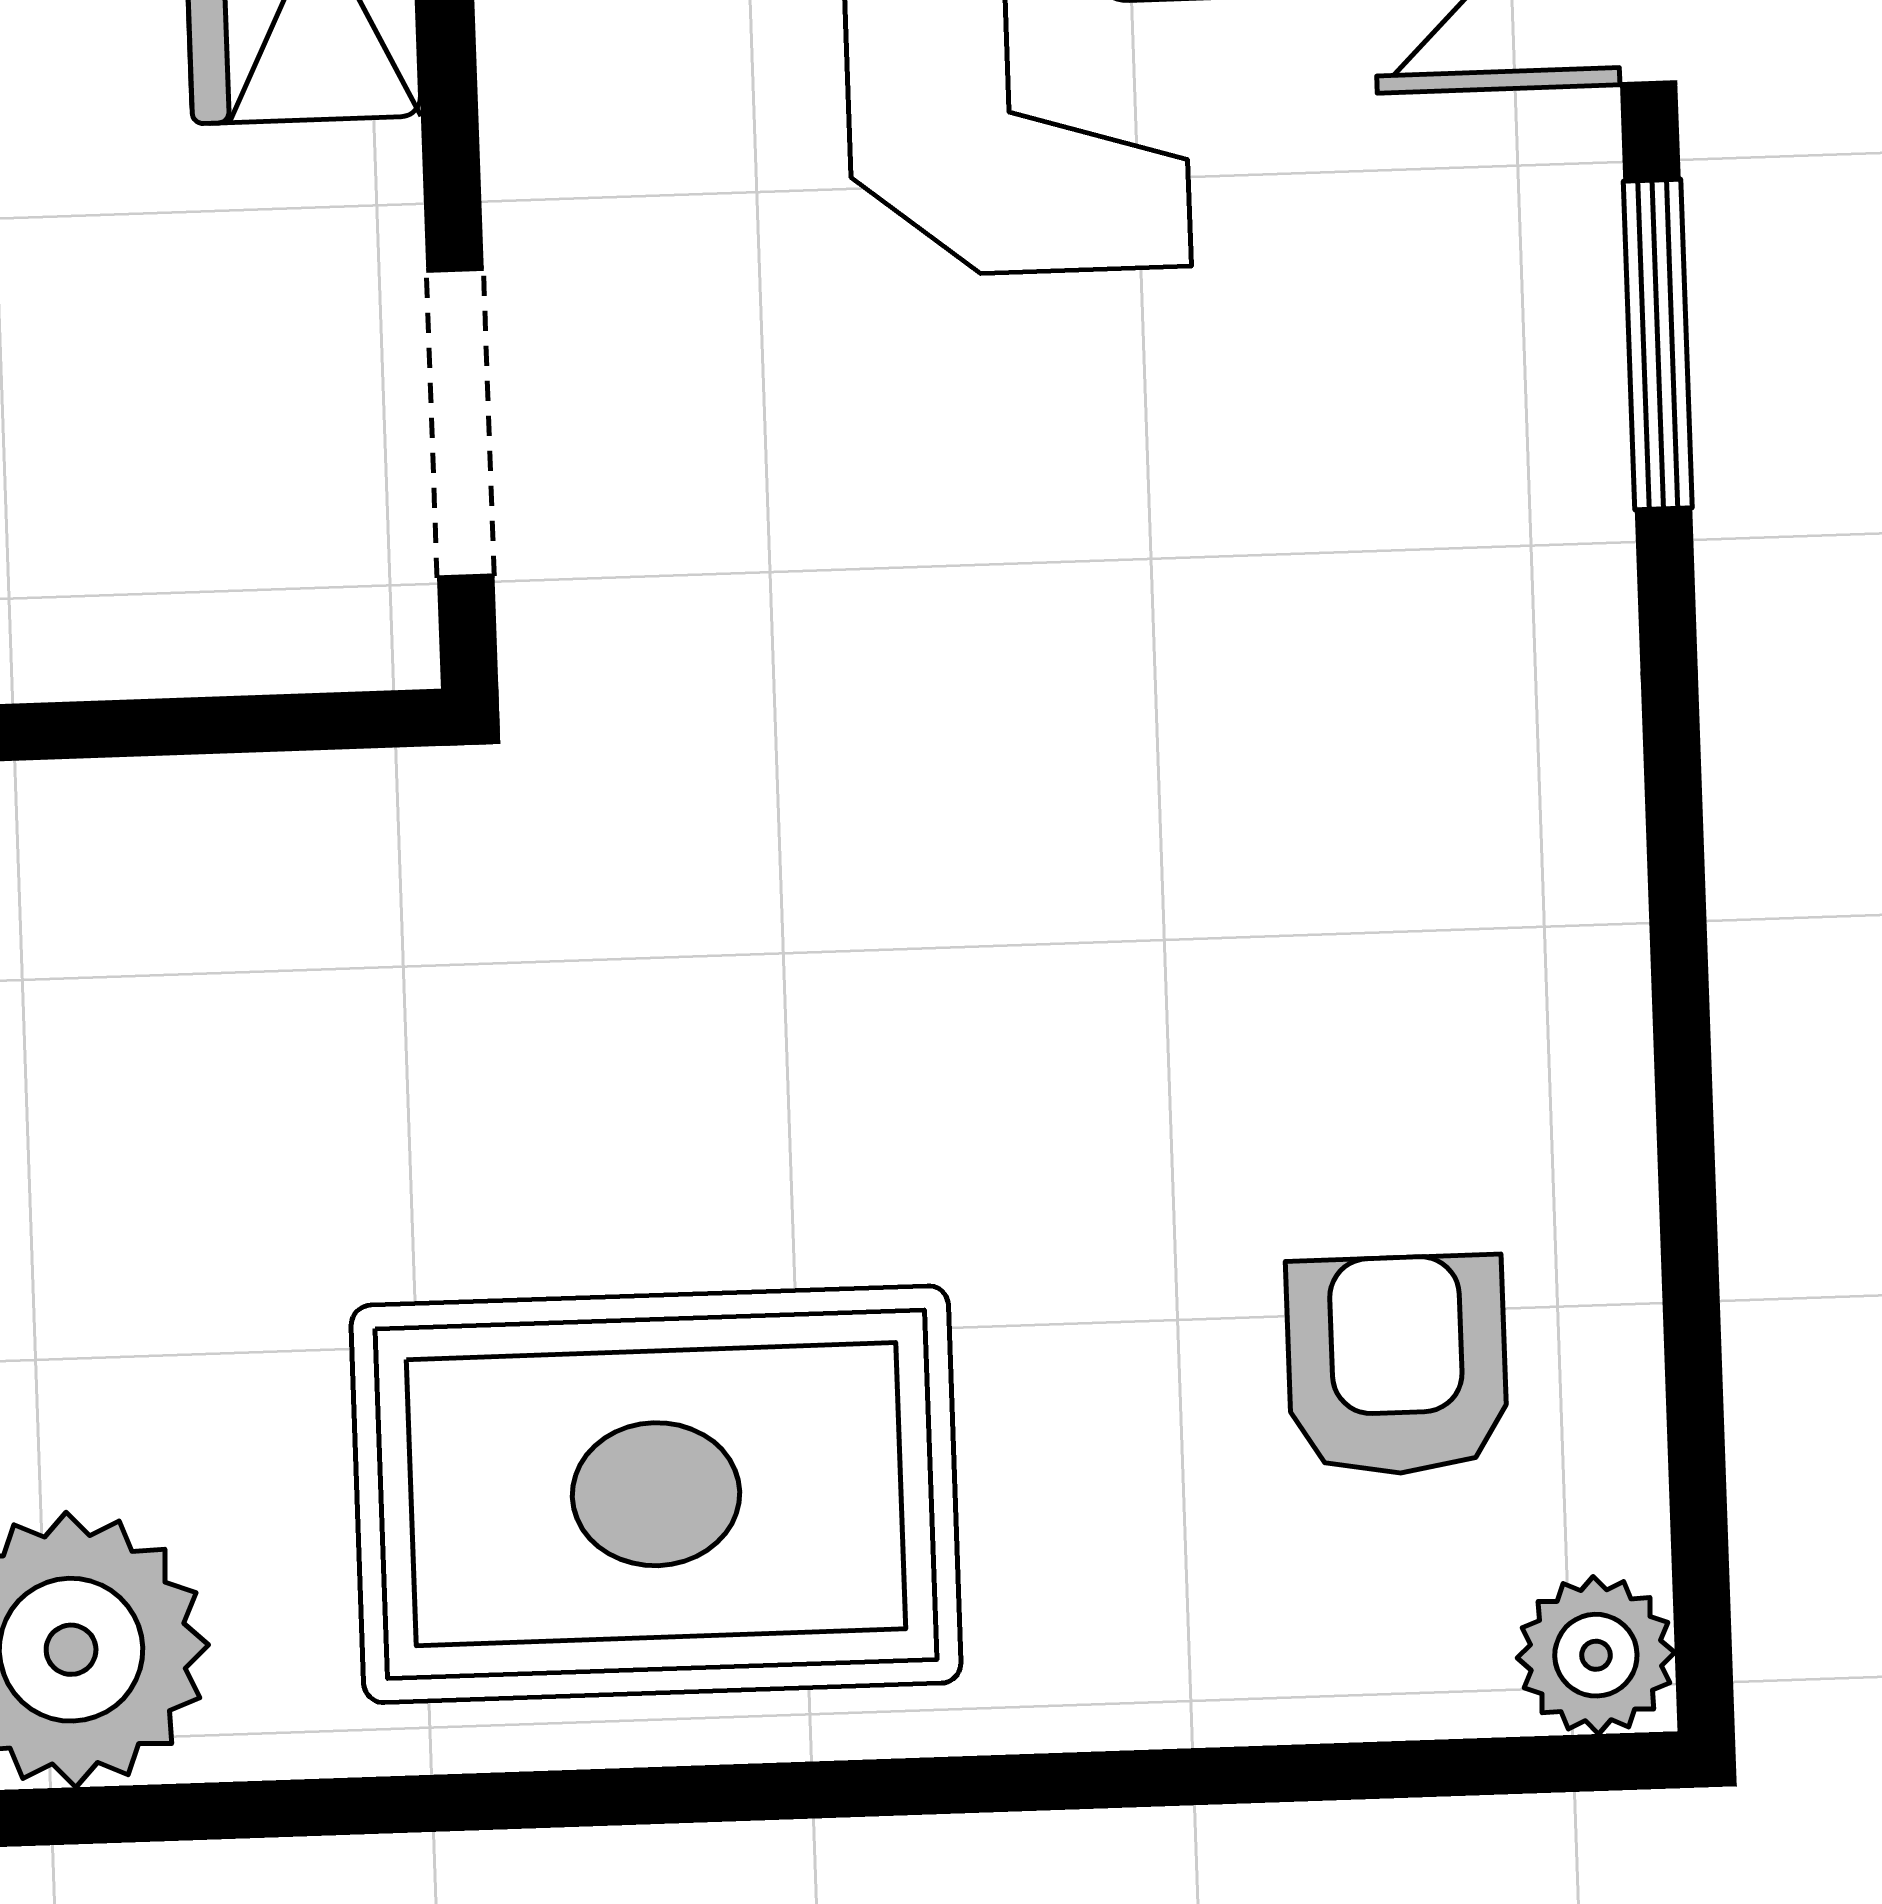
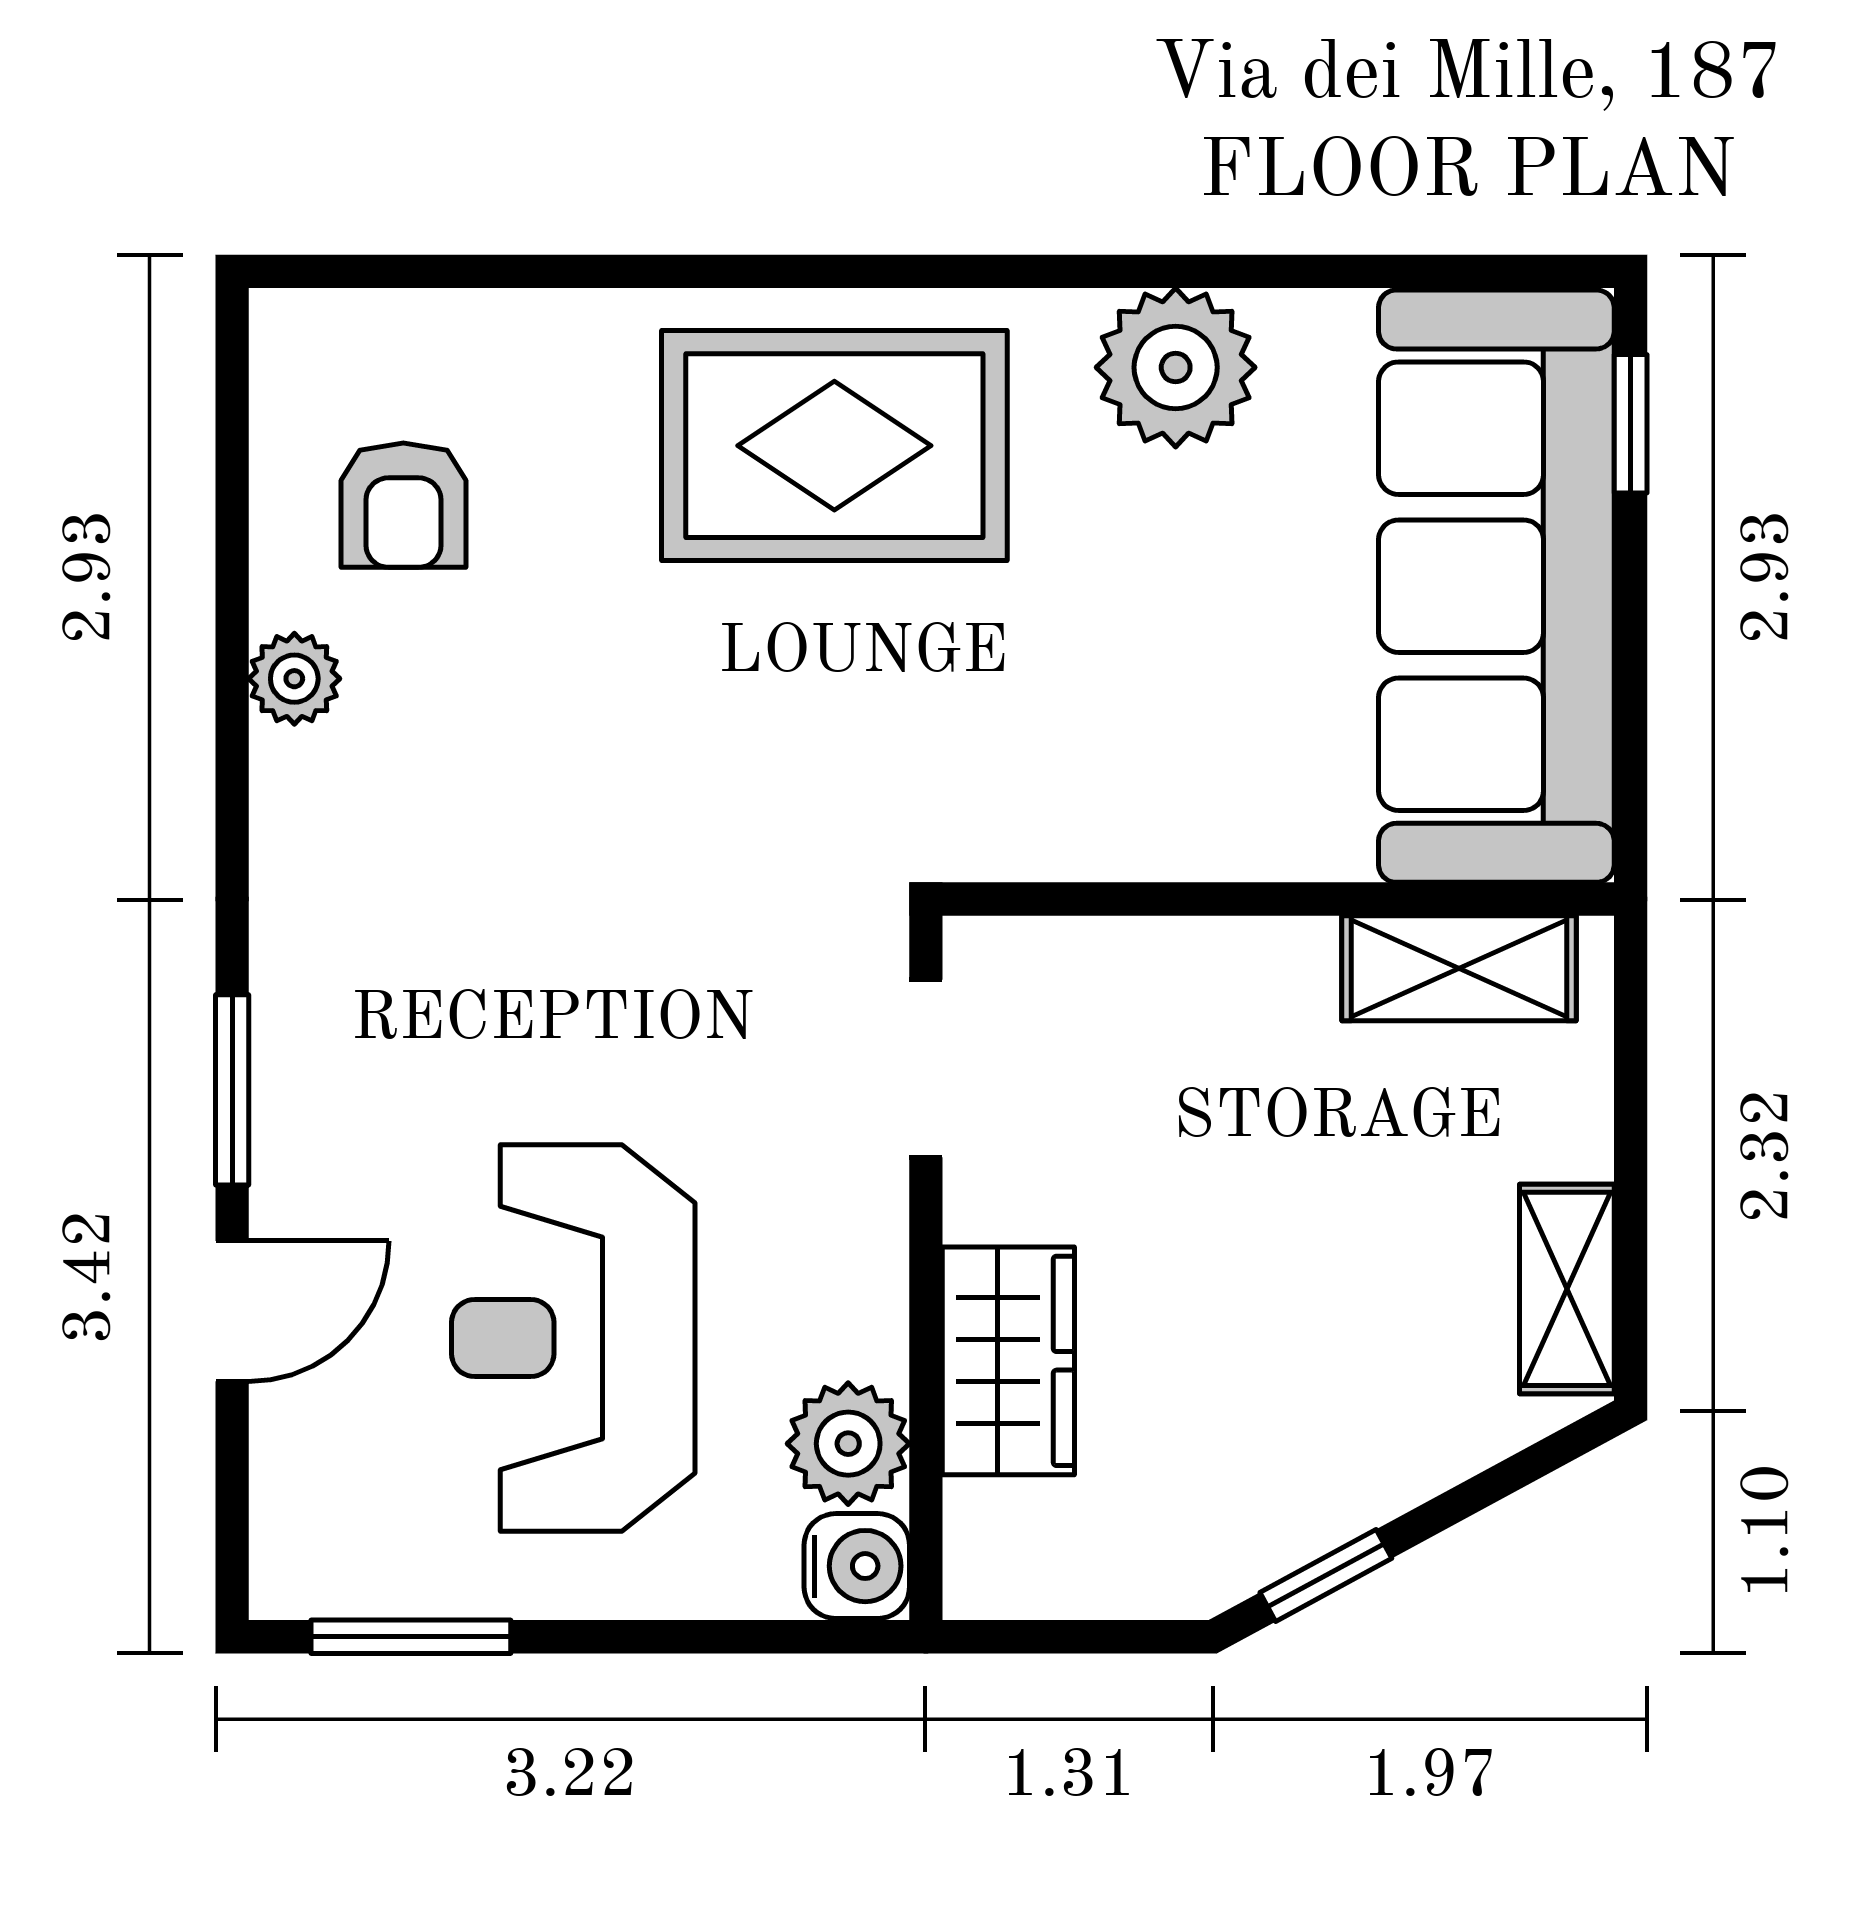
plant: (1596, 1655) -> (294, 679), moved

